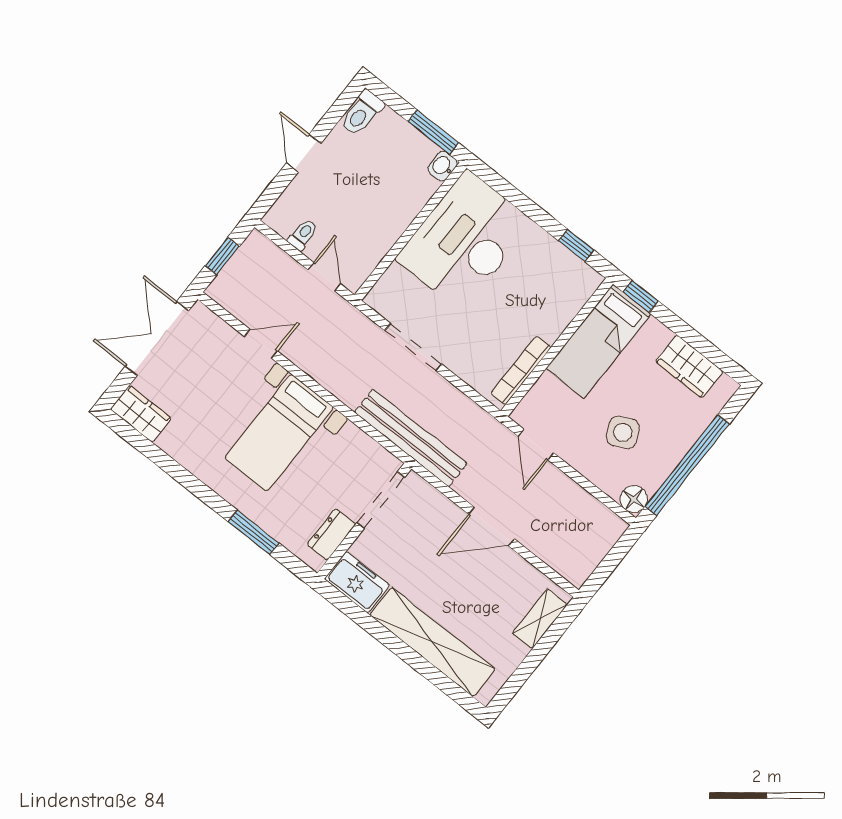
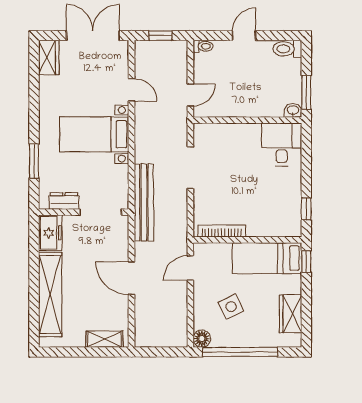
toilet: (303, 235) -> (203, 46), moved
desk: (464, 241) -> (282, 144), width x0.53, depth x0.77

